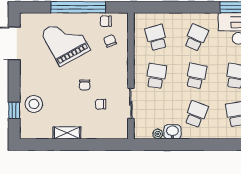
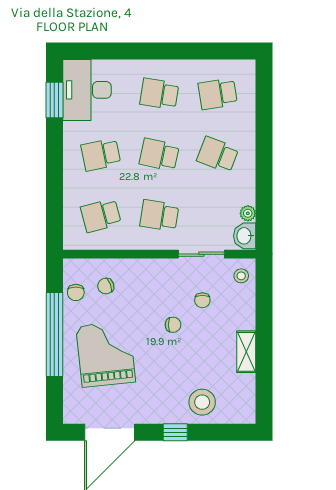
school desk: (196, 38) -> (101, 155), turned -36
grand piano: (65, 41) -> (106, 354), turned 113
window: (14, 110) -> (175, 432), moved
stool: (117, 130) -> (241, 276), added
washbasin: (172, 132) -> (245, 236), moved

